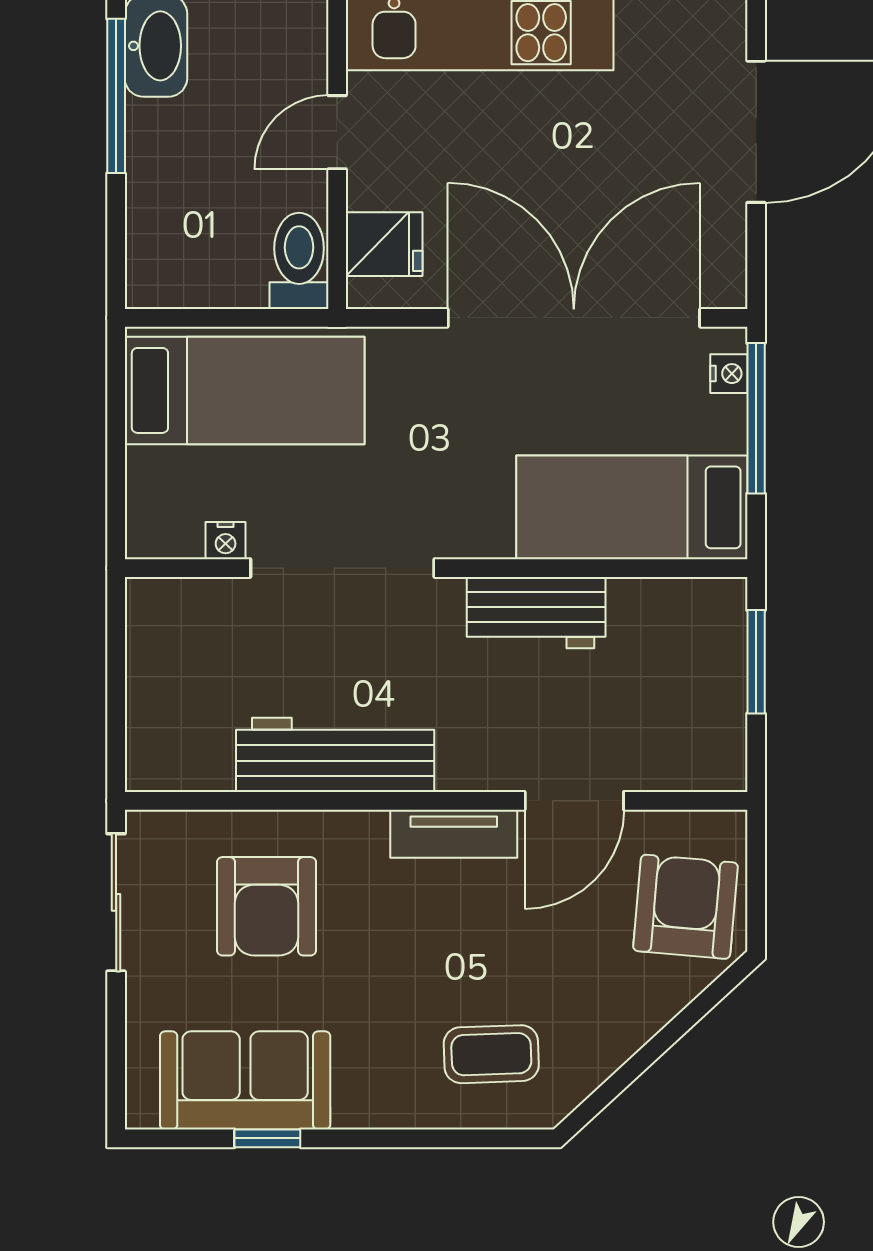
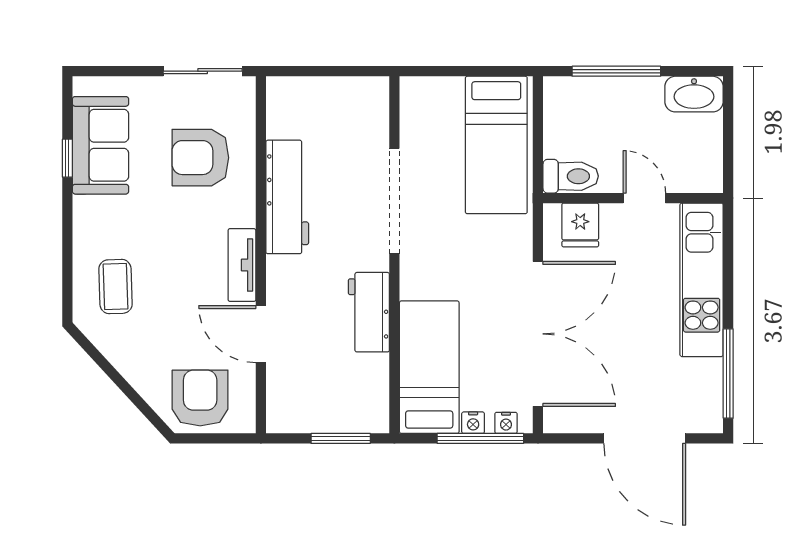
window: (116, 96) -> (616, 71), moved
nightstand: (226, 541) -> (473, 423), moved, turned -90
armchair: (685, 907) -> (200, 398), turned -95

